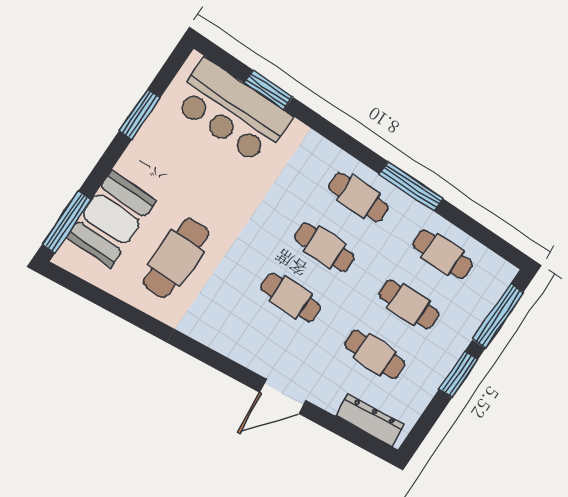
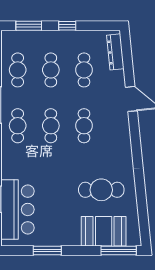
window: (498, 316) -> (29, 26), width x0.69
window: (458, 374) -> (67, 26), width x0.67

